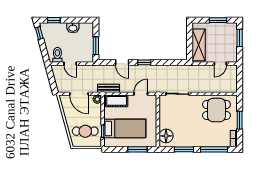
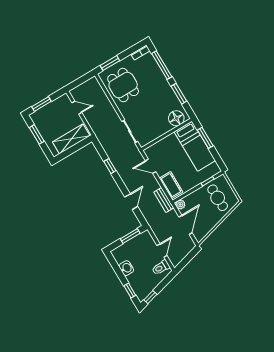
window: (144, 62) -> (110, 166), moved
window: (240, 120) -> (110, 63), moved
bed: (125, 129) -> (195, 146), moved, turned 180

